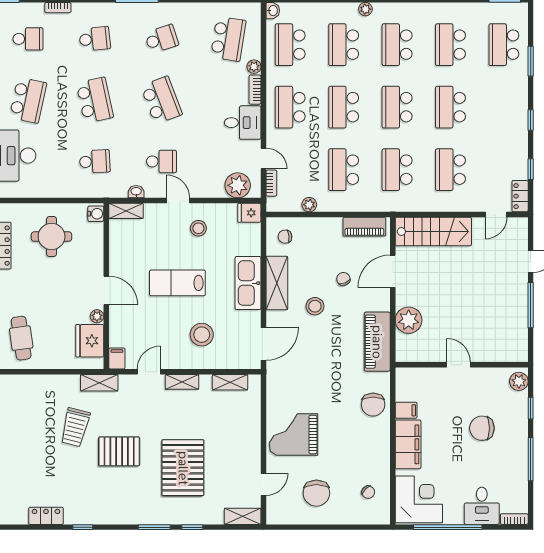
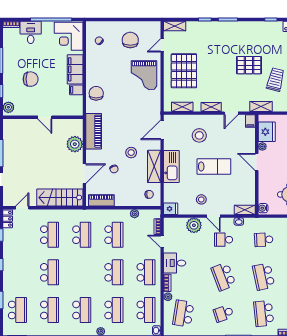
school desk: (95, 39) -> (264, 313), width x1.85
school desk: (397, 107) -> (82, 272), removed
plant: (238, 185) -> (194, 225), moved
grand piano: (294, 435) -> (144, 75), turned 90
pallet: (183, 468) -> (184, 71), moved

